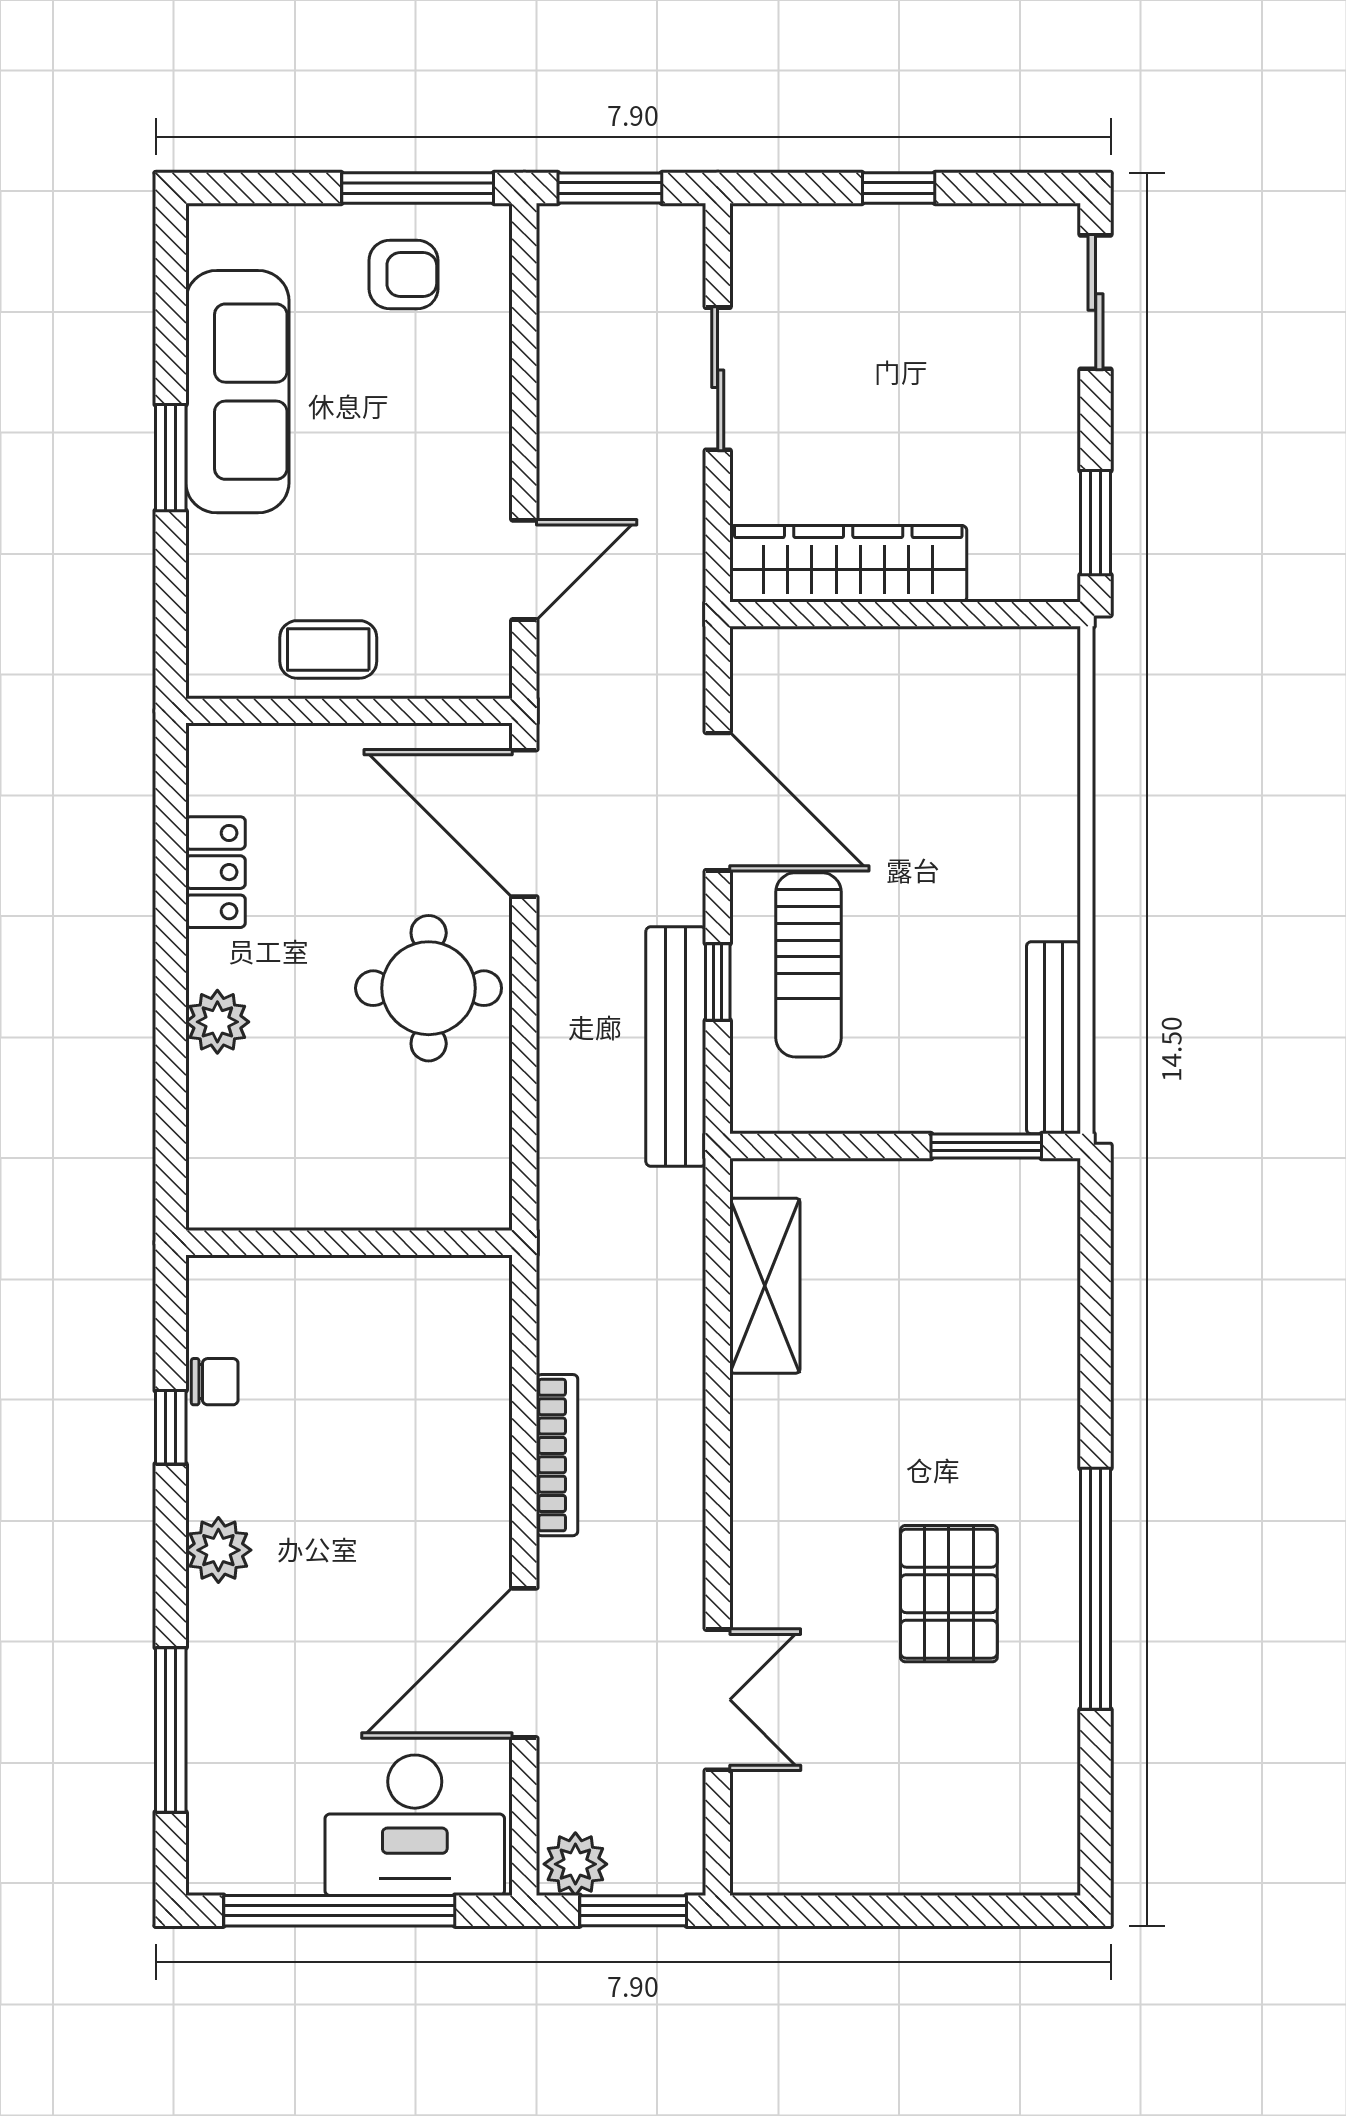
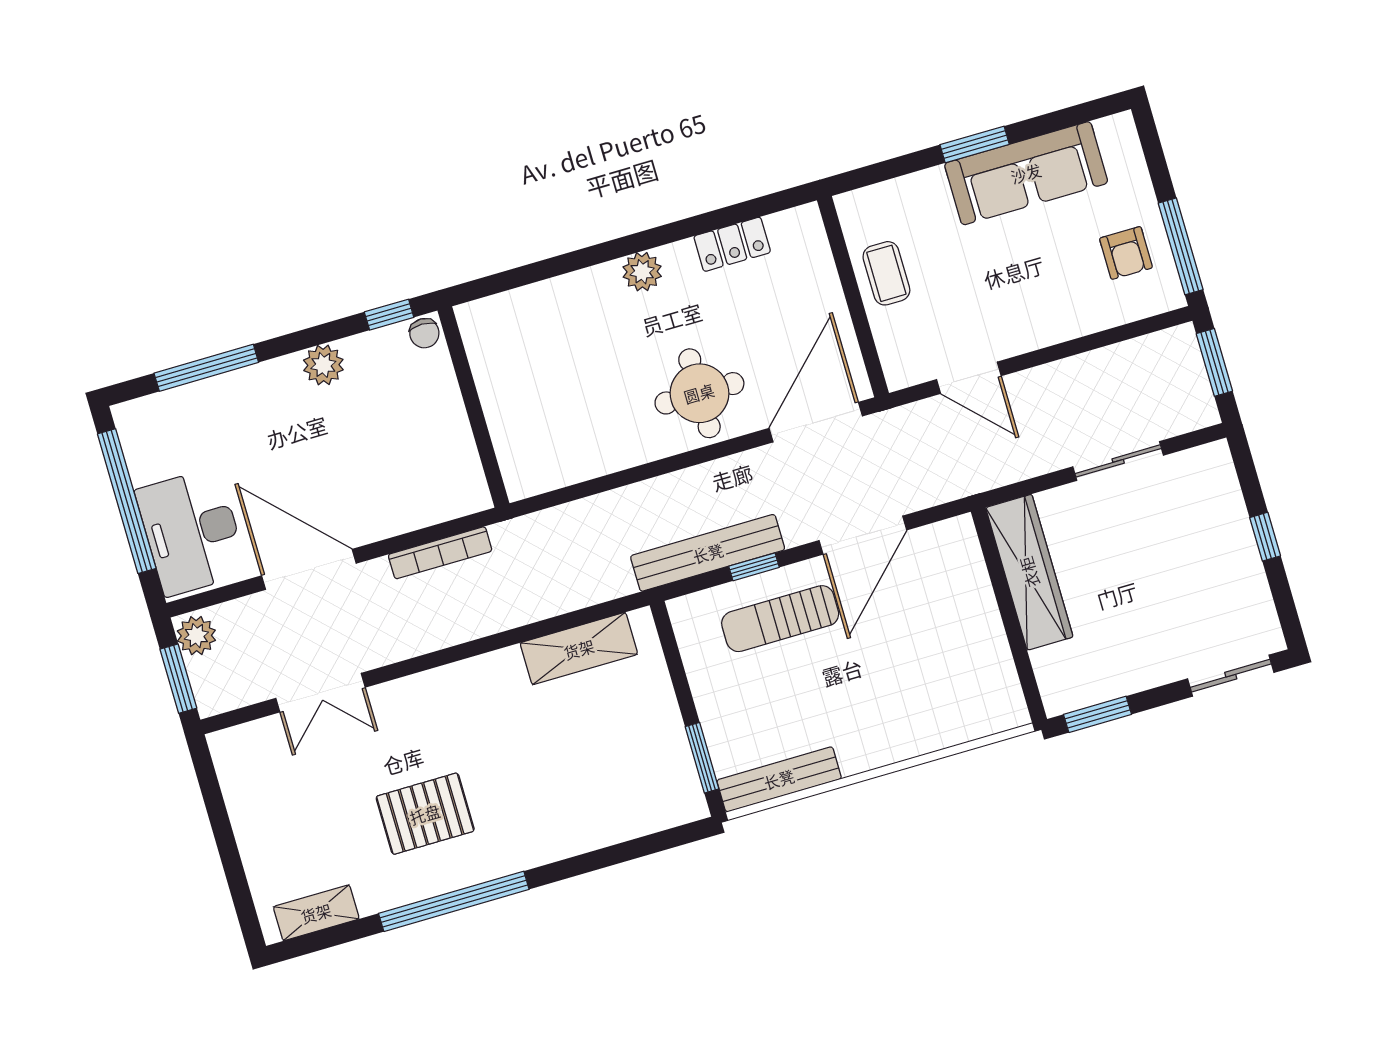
wall: (349, 1243) -> (473, 407), moved
shelving: (1052, 1804) -> (316, 913), added

